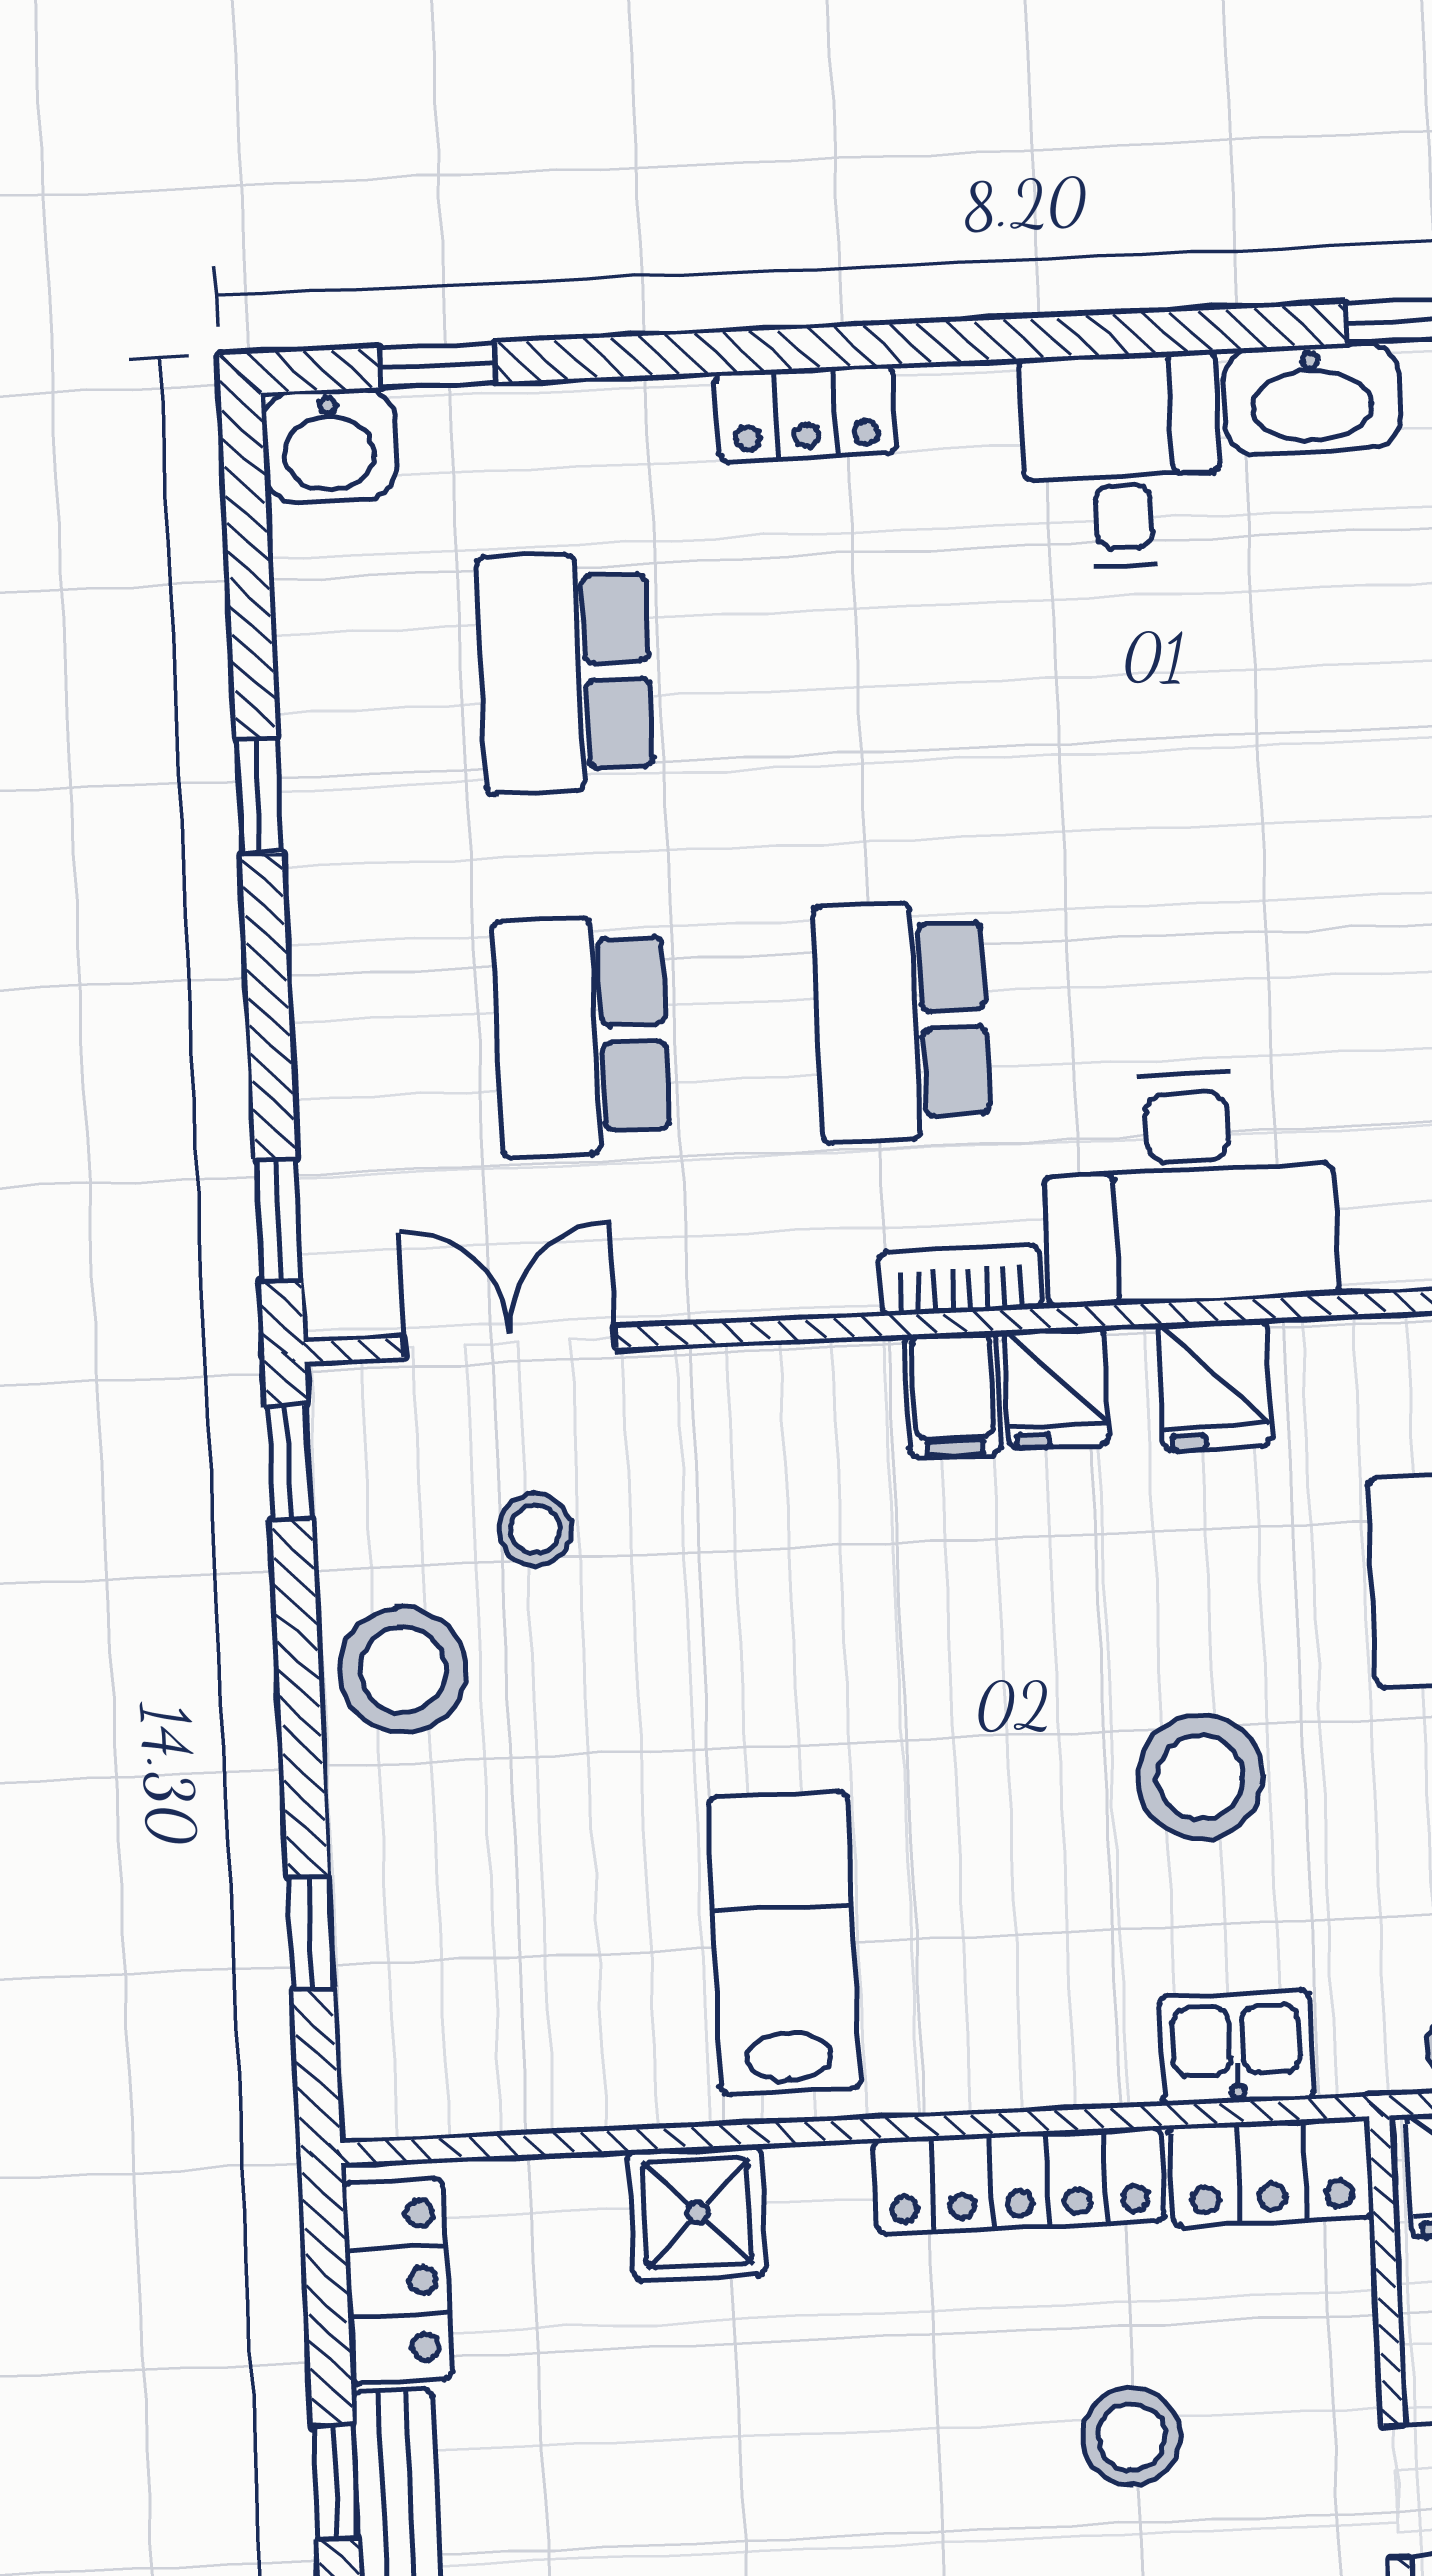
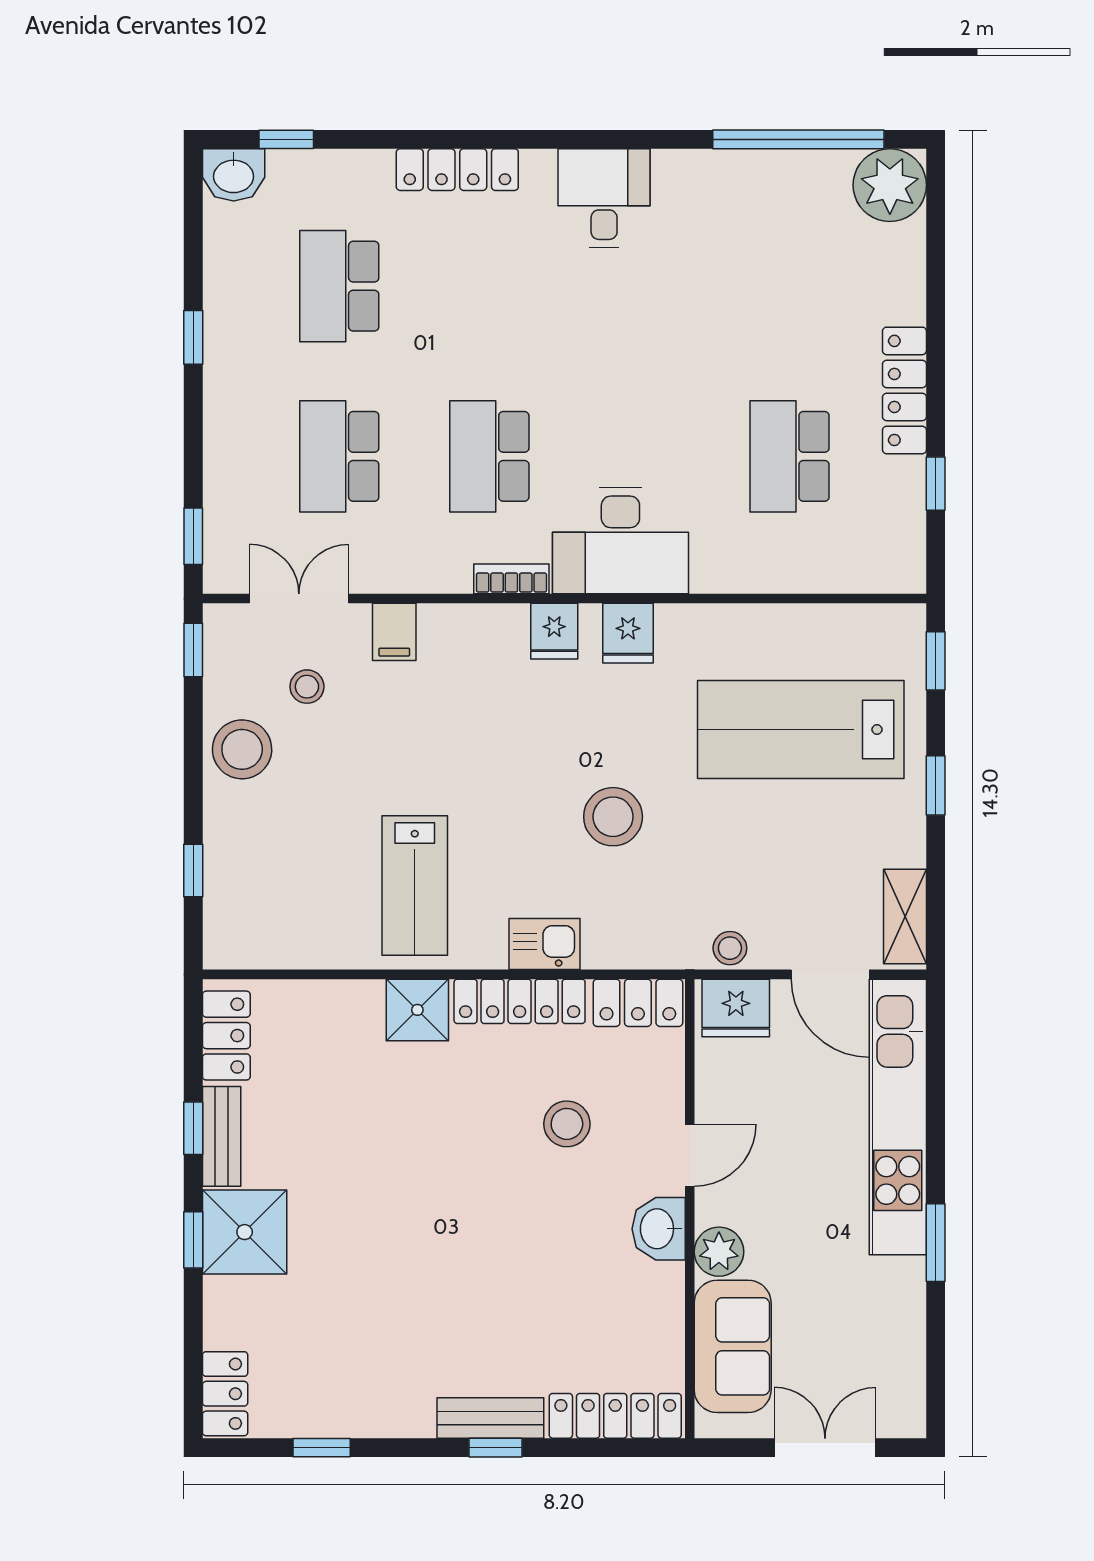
washbasin: (1312, 398) -> (694, 174), removed
locker: (806, 413) -> (457, 170), width x1.53
filing cabinet: (953, 1394) -> (394, 632), moved
lab bench: (784, 1943) -> (415, 885), turned 180
kitchen sink: (1236, 2048) -> (544, 944), moved
shower: (697, 2213) -> (417, 1010), moved

